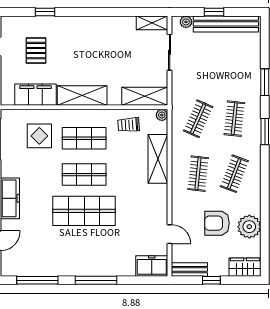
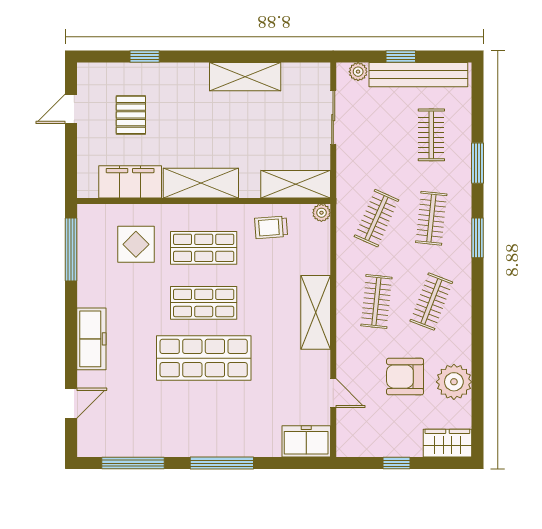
shelving: (152, 23) -> (245, 77), moved, width x1.50, depth x1.33
clothes rail: (234, 64) -> (431, 135), added
shelving: (158, 159) -> (316, 312), moved
bench: (189, 270) -> (363, 447), removed

